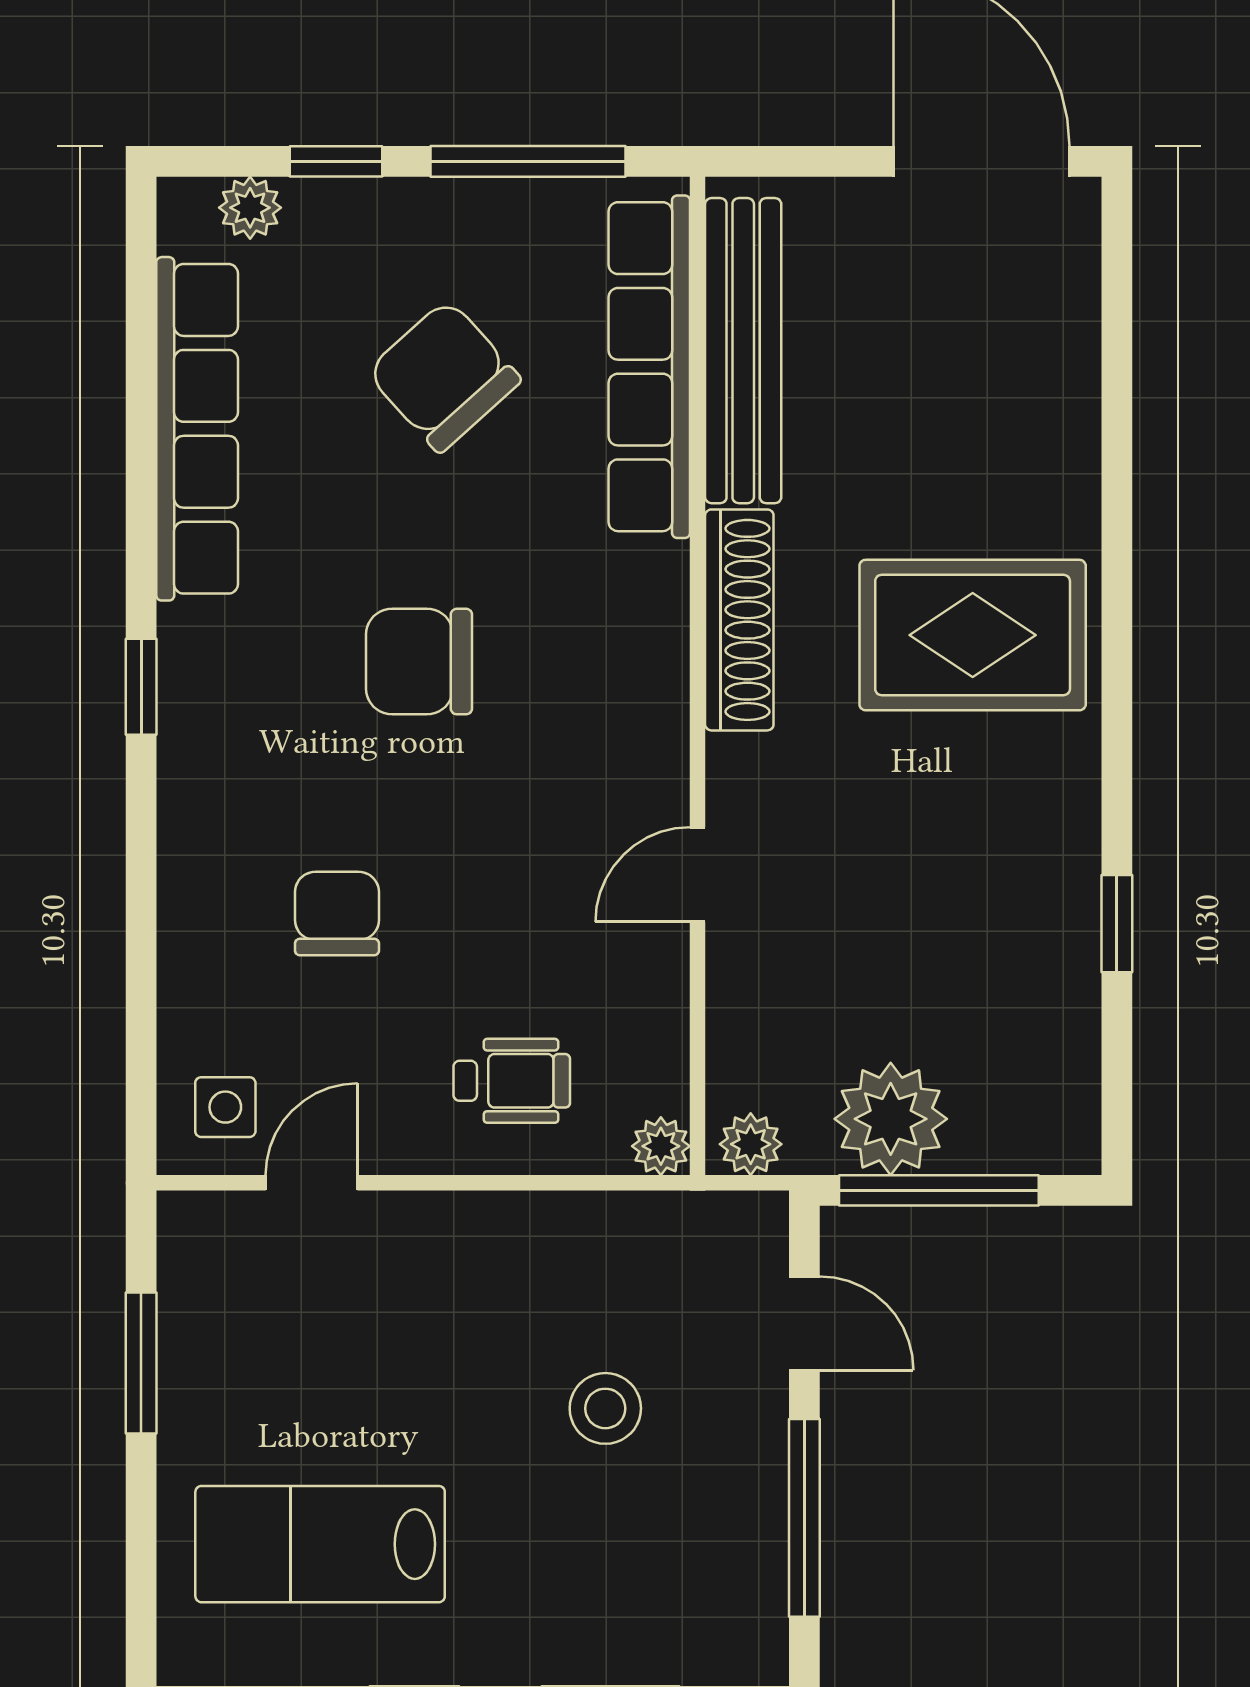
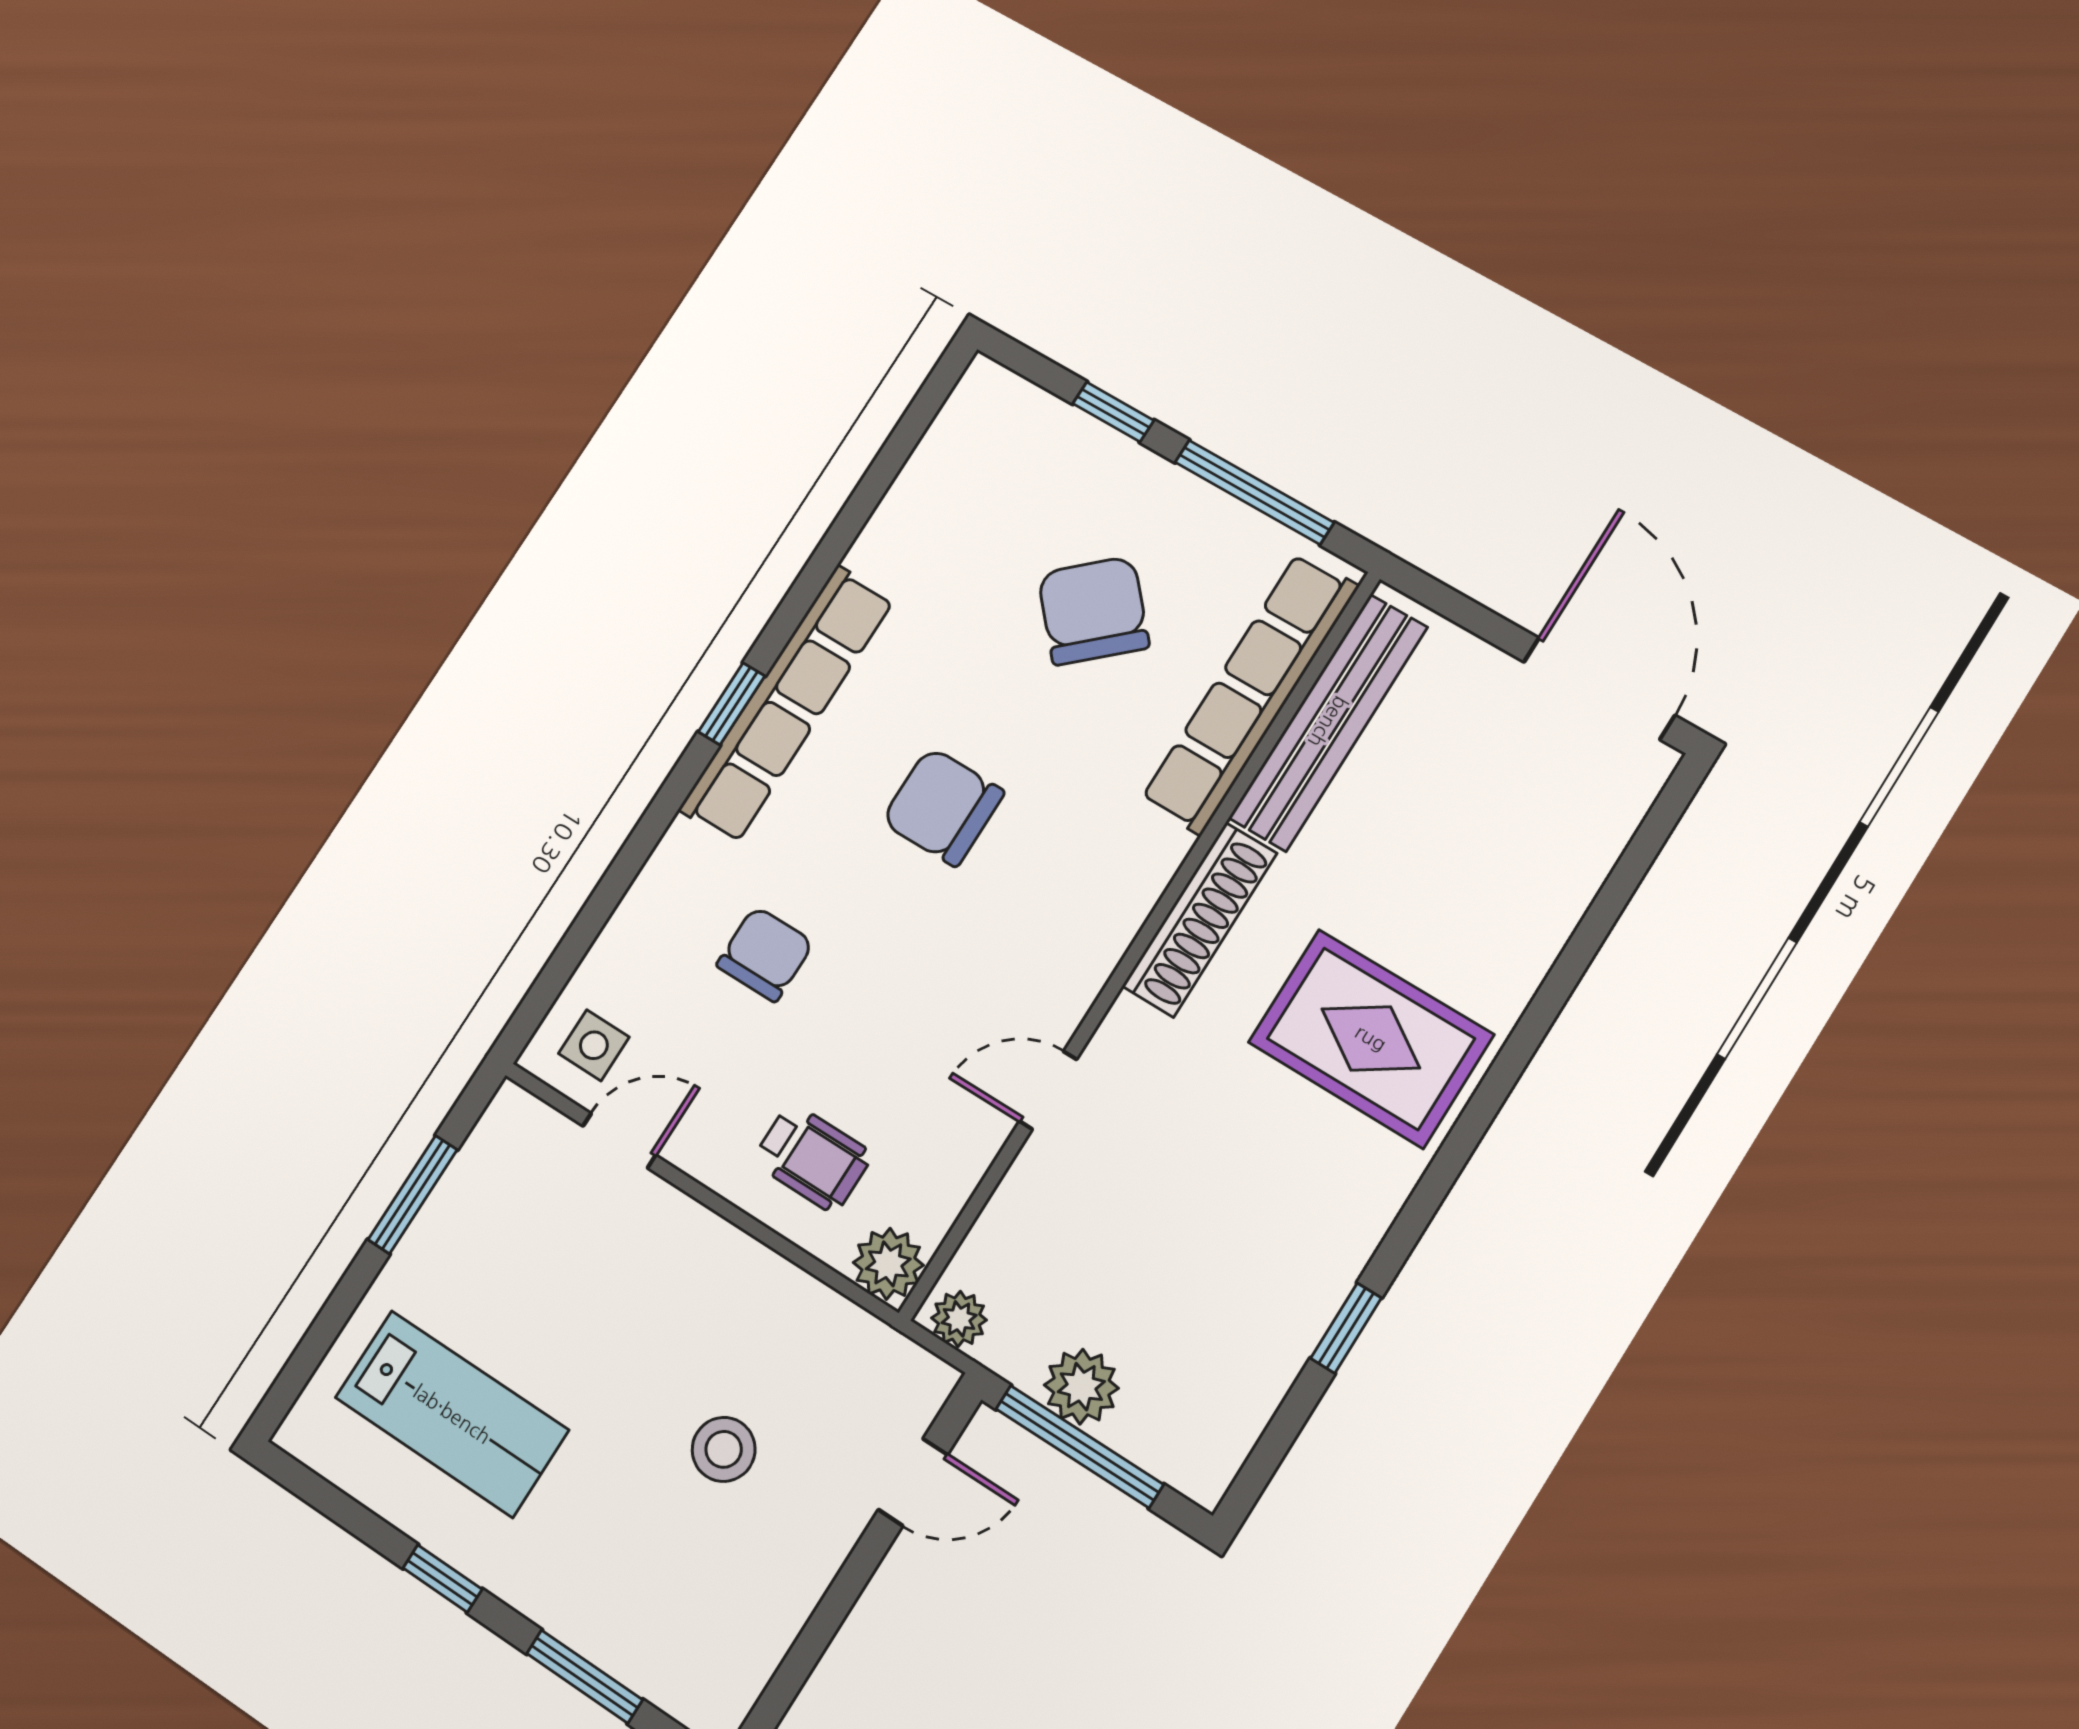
plant: (250, 208) -> (1030, 409), removed
row of seats: (197, 429) -> (787, 704), moved
plant: (891, 1119) -> (1081, 1387), width x0.73, depth x0.73
plant: (661, 1146) -> (888, 1264), width x1.38, depth x1.38
door: (804, 1323) -> (913, 1482), hinge flipped
window: (804, 1518) -> (818, 1633), removed
lab bench: (320, 1544) -> (452, 1414), turned 180

